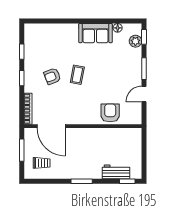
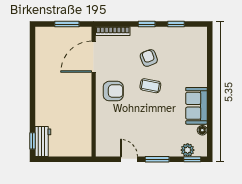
armchair: (110, 113) -> (113, 91), moved
trolley: (42, 163) -> (53, 46), removed
workbench: (116, 172) -> (43, 142), moved
window: (82, 181) -> (32, 90), removed

